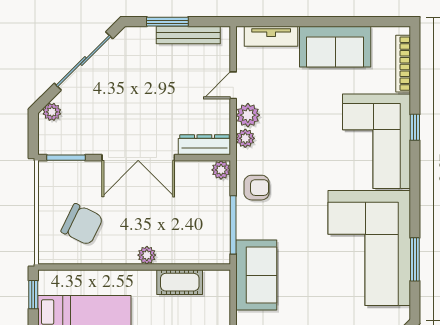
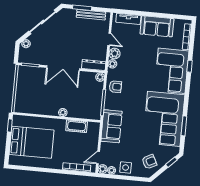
door: (233, 85) -> (109, 39), swing flipped
chair: (82, 224) -> (35, 96), removed

